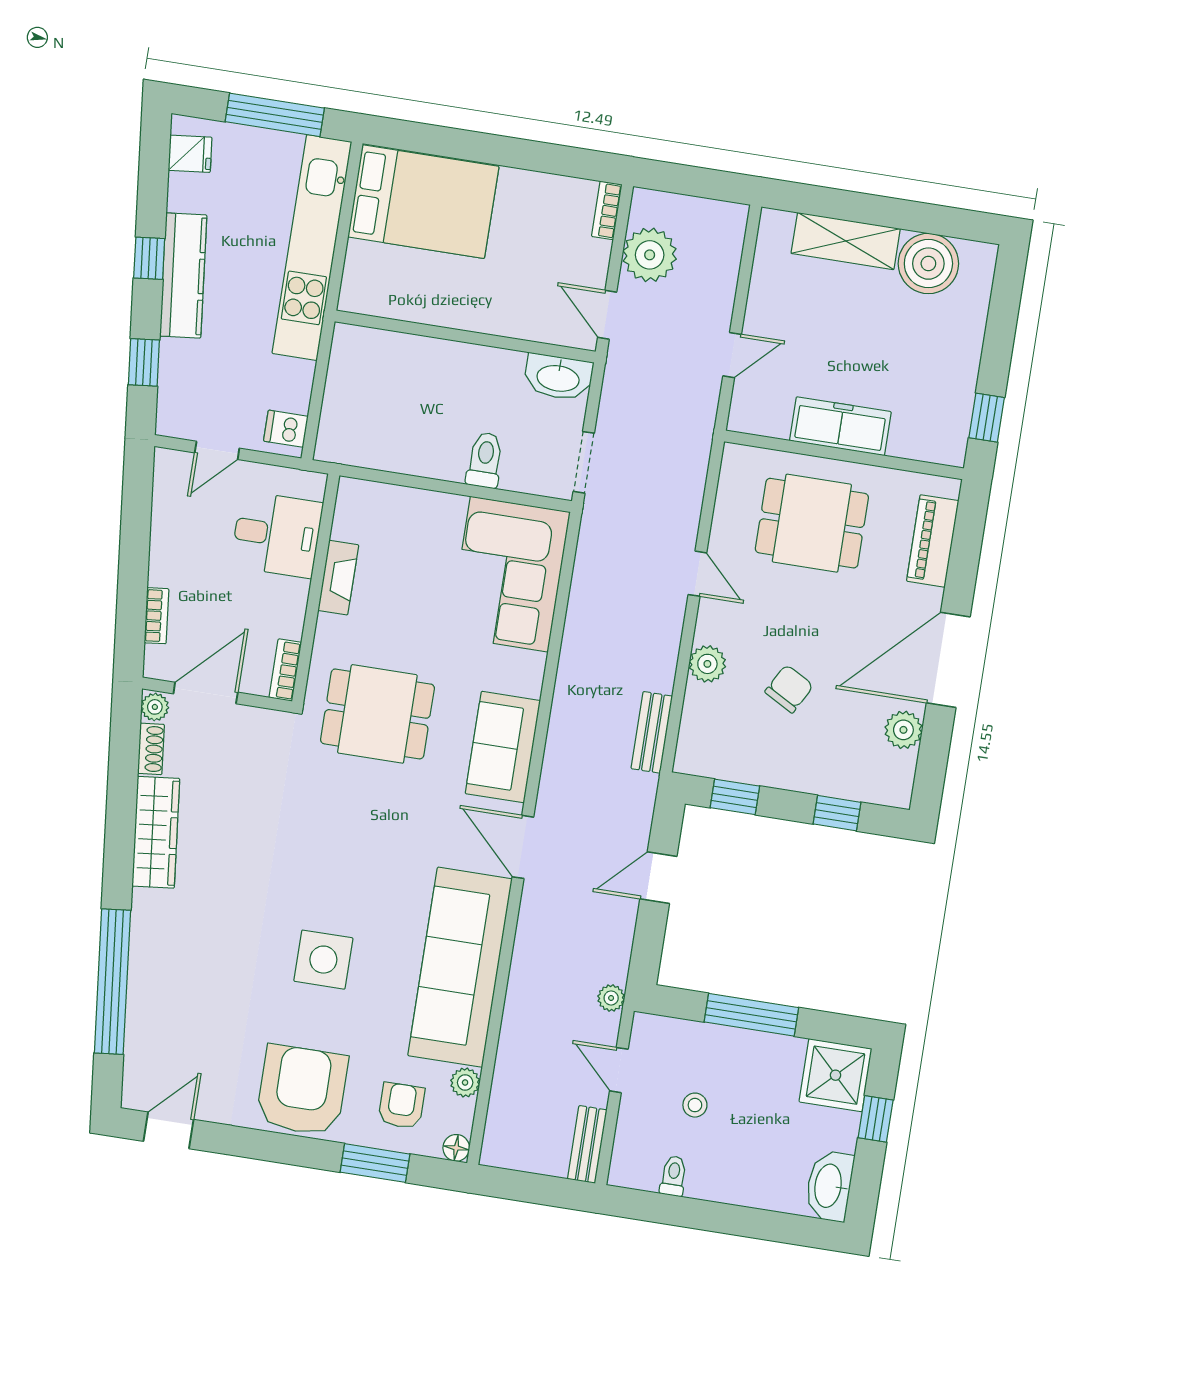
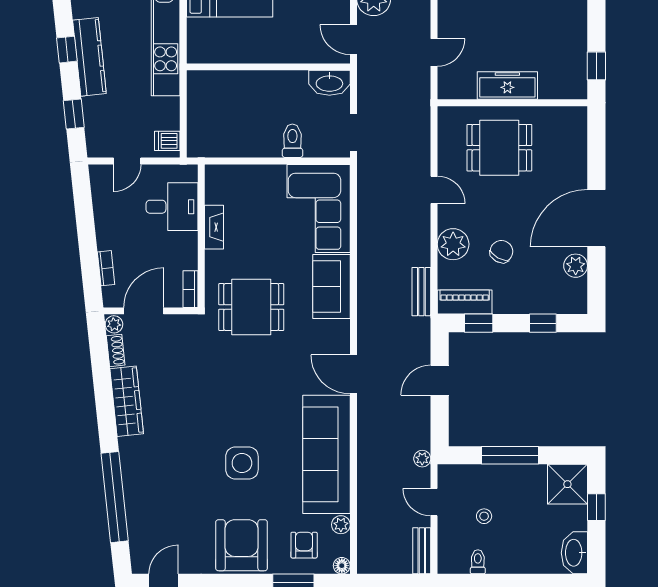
piano: (933, 541) -> (465, 302), moved, turned 90
plant: (707, 664) -> (453, 244), width x1.36, depth x1.36
sofa: (503, 747) -> (331, 287), moved

